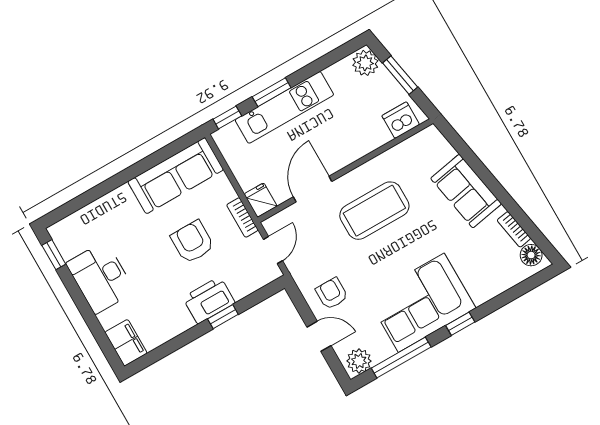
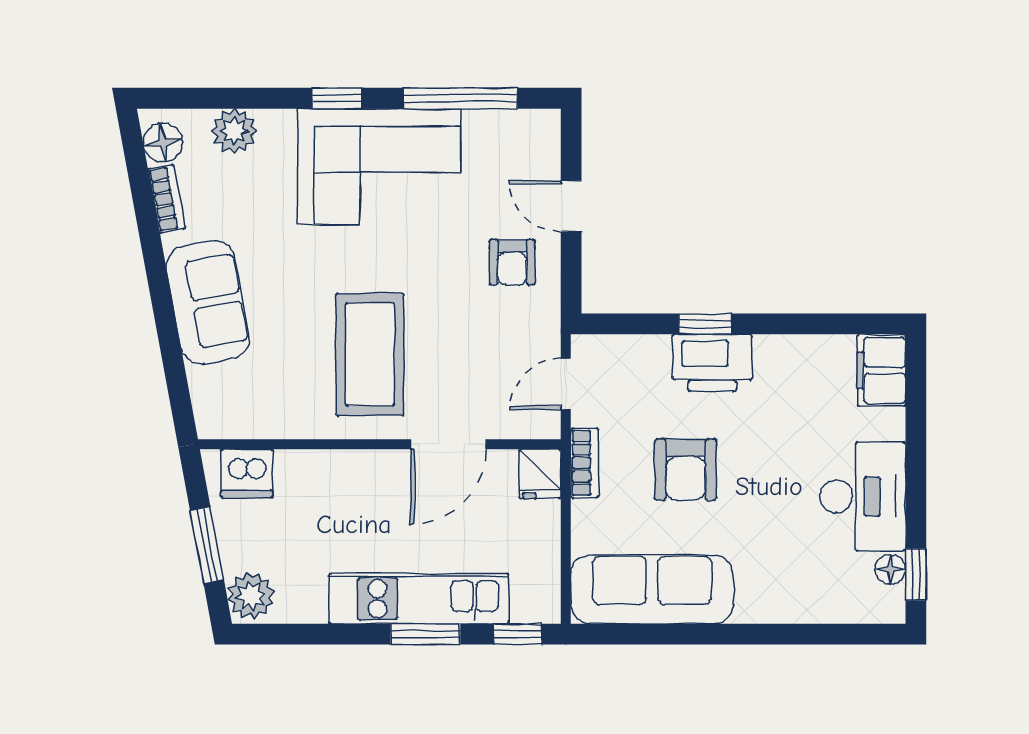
coffee table: (374, 211) -> (370, 354), turned 90
floor lamp: (67, 250) -> (890, 569), added
plant: (359, 361) -> (234, 131), moved

